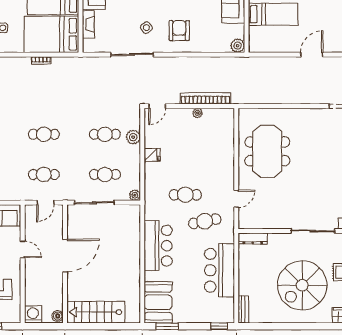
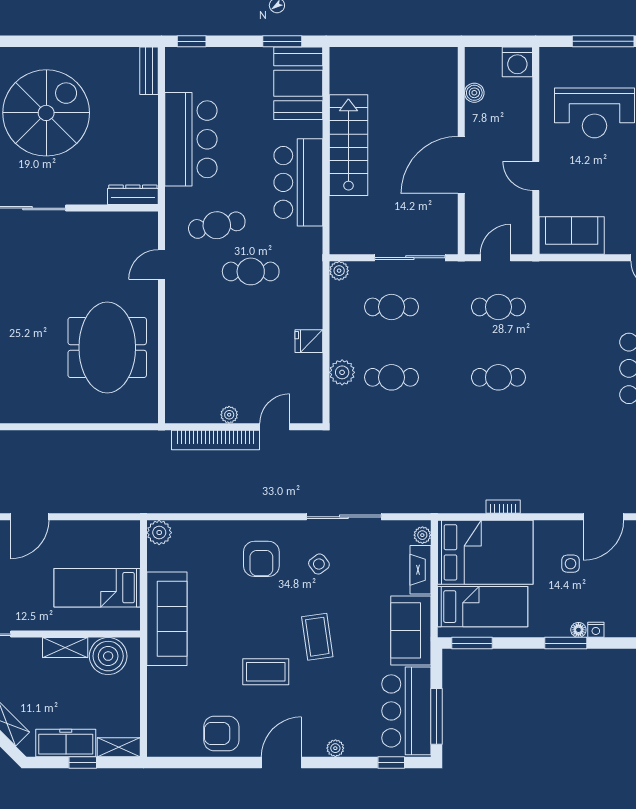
plant: (87, 44) -> (422, 535), added
door: (157, 106) -> (275, 427), moved
stairs: (96, 312) -> (348, 145), moved, turned -90
boiler: (58, 316) -> (474, 93), moved

